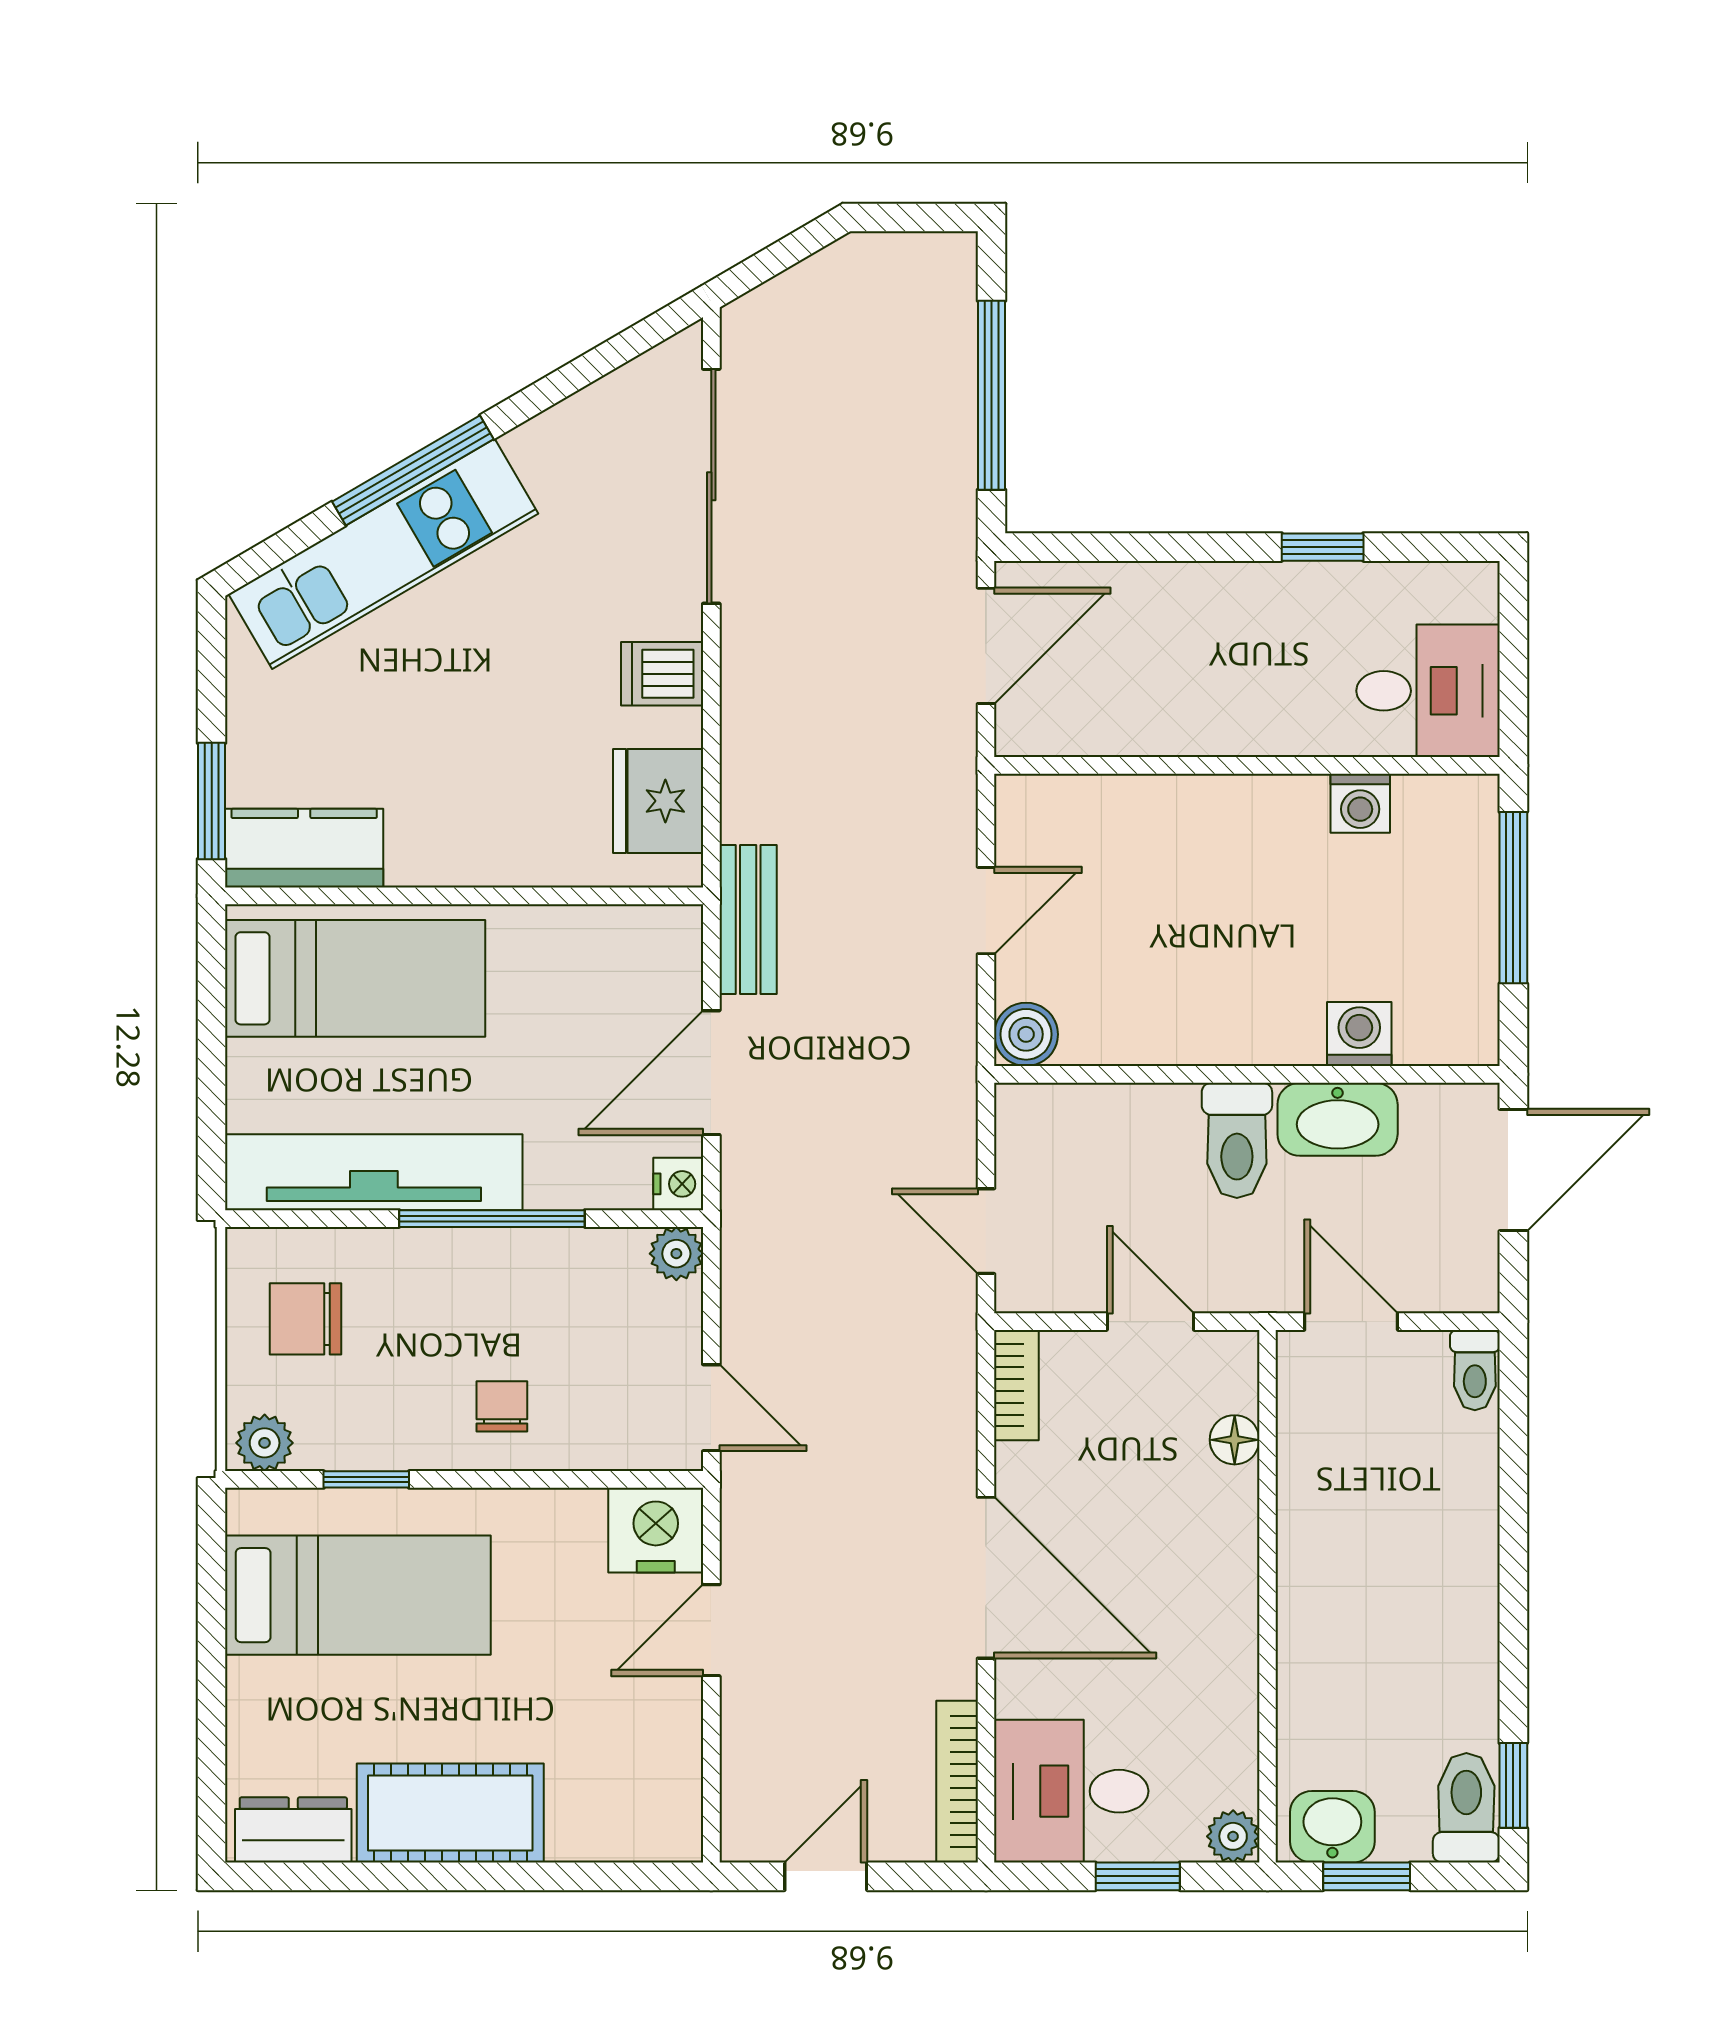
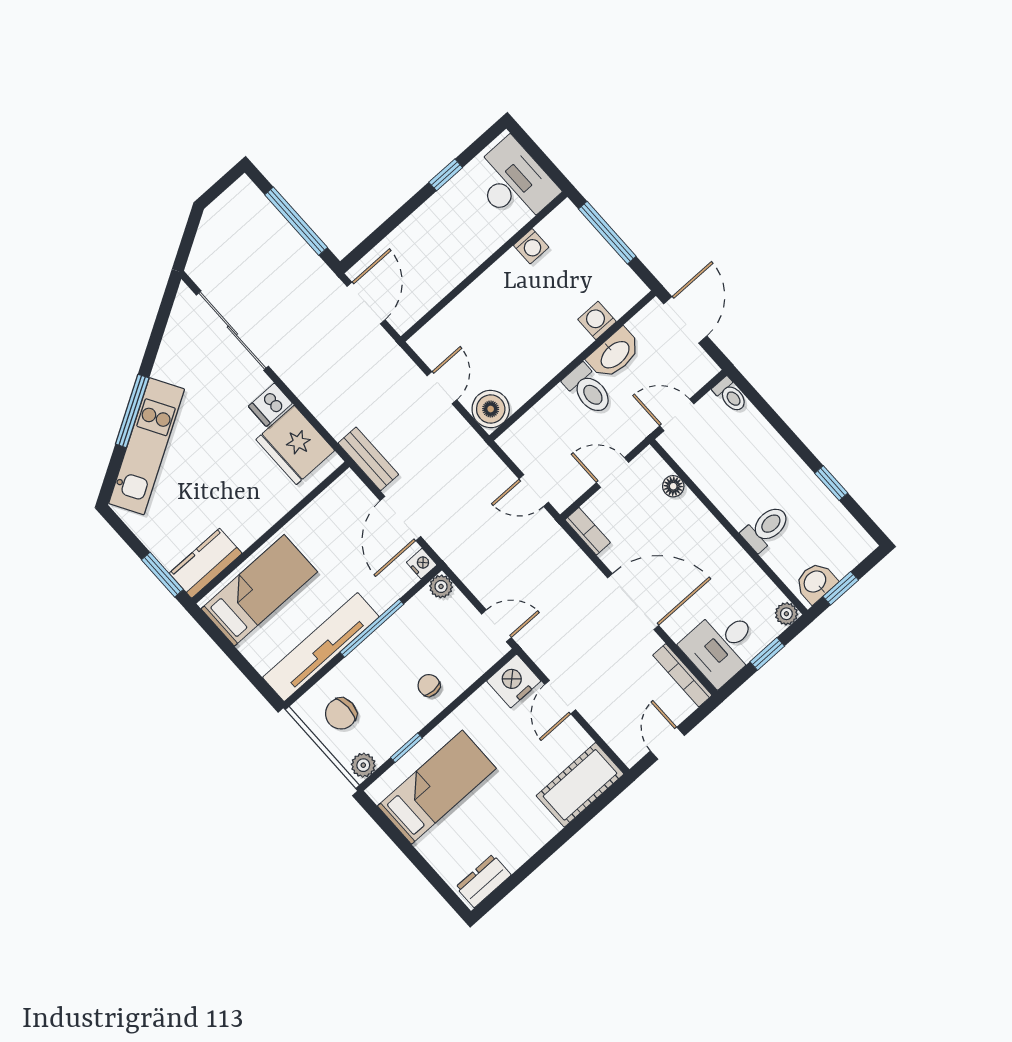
desk: (1428, 691) -> (514, 183), width x1.37
fridge: (658, 801) -> (295, 445), width x1.36, depth x1.34
boiler: (1026, 1034) -> (491, 409), width x1.36, depth x1.36
window: (1513, 1785) -> (831, 483), moved
toilet: (1466, 1808) -> (766, 528), moved, turned 90
cot: (450, 1813) -> (580, 785), moved

